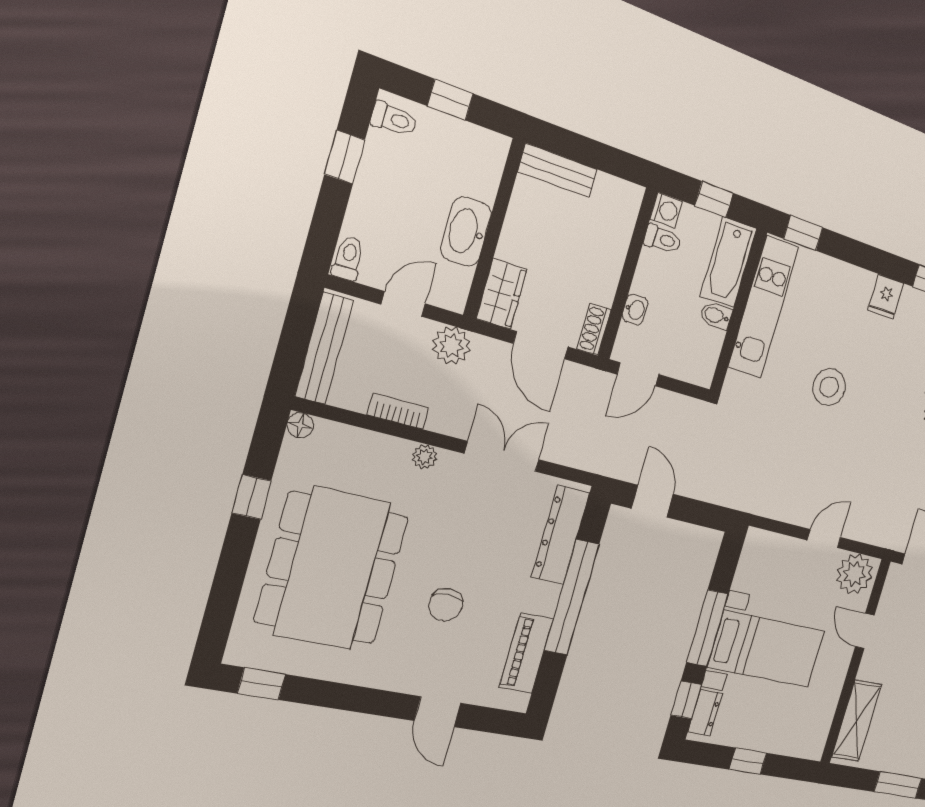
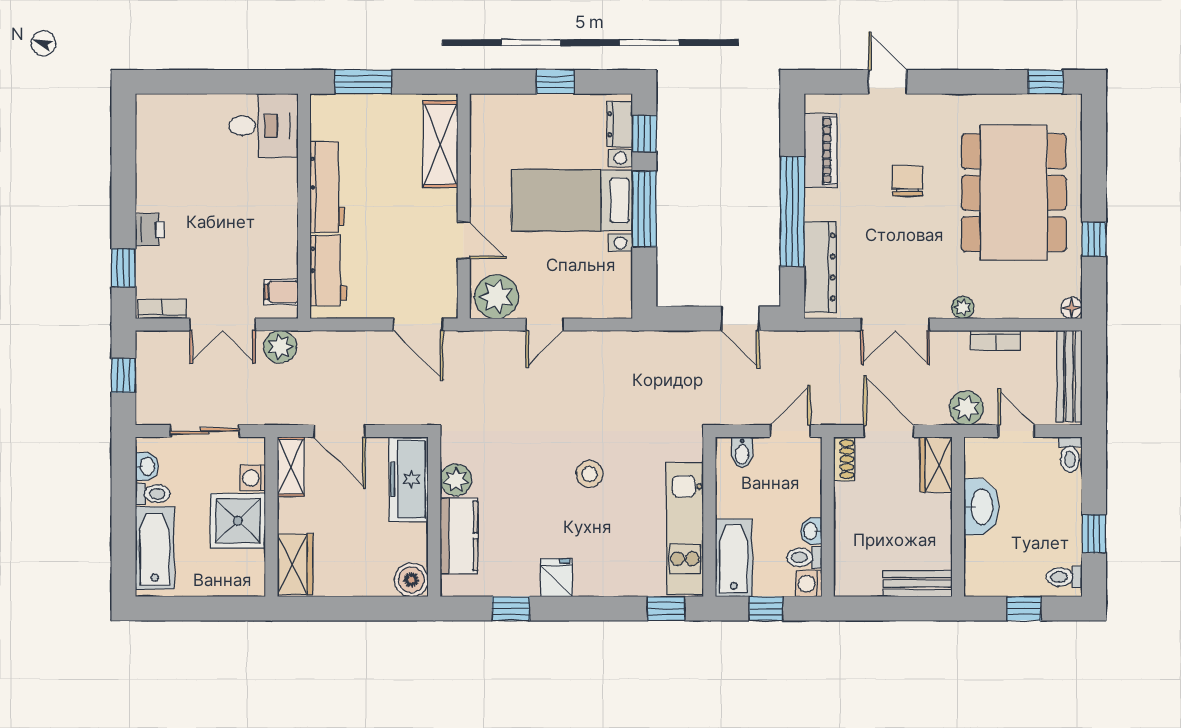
door: (403, 304) -> (1016, 431), swing flipped
washbasin: (635, 310) -> (811, 531), moved
bidet: (716, 316) -> (742, 452), moved, turned 90
stool: (829, 387) -> (590, 474), width x0.73, depth x0.73

